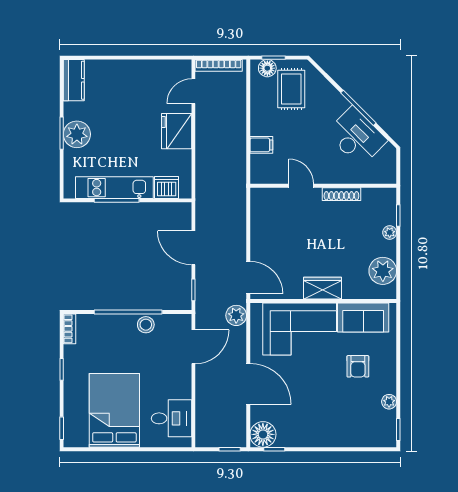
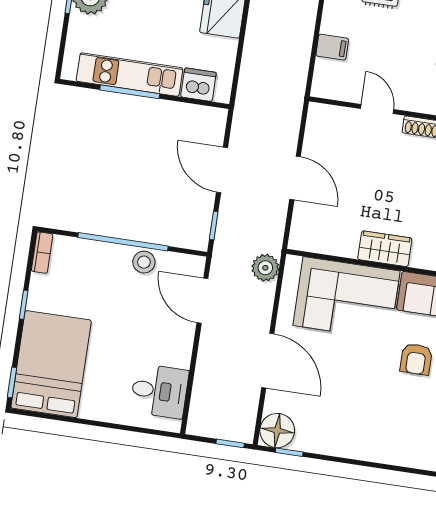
door: (248, 278) -> (295, 178), moved
door: (193, 347) -> (202, 301), swing flipped
bed: (114, 410) -> (51, 364), moved

